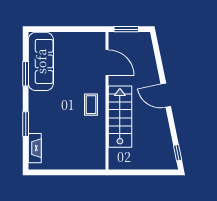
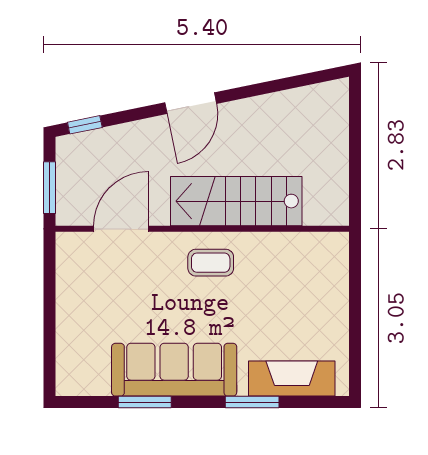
sofa: (41, 61) -> (174, 370), moved
fireplace: (35, 148) -> (292, 379), width x1.37, depth x1.32
window: (178, 153) -> (85, 125), moved

